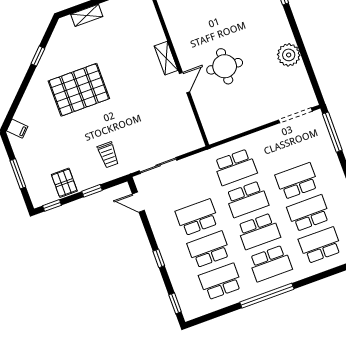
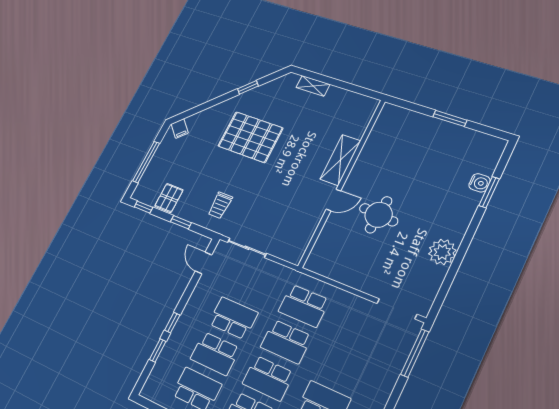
shelving: (166, 58) -> (340, 160), width x1.50, depth x1.33
window: (18, 174) -> (146, 162), width x1.44
school desk: (297, 181) -> (342, 366), removed
school desk: (209, 249) -> (215, 354), turned 180
window: (175, 303) -> (158, 351), moved

